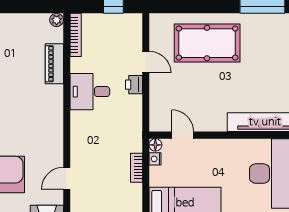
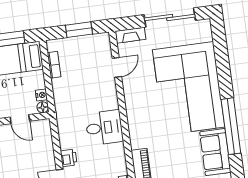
desk: (90, 92) -> (104, 128), moved
bookcase: (136, 168) -> (54, 65), moved

